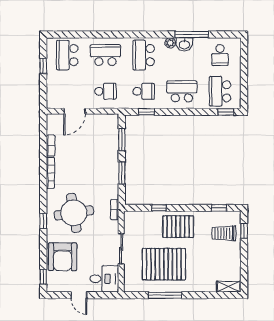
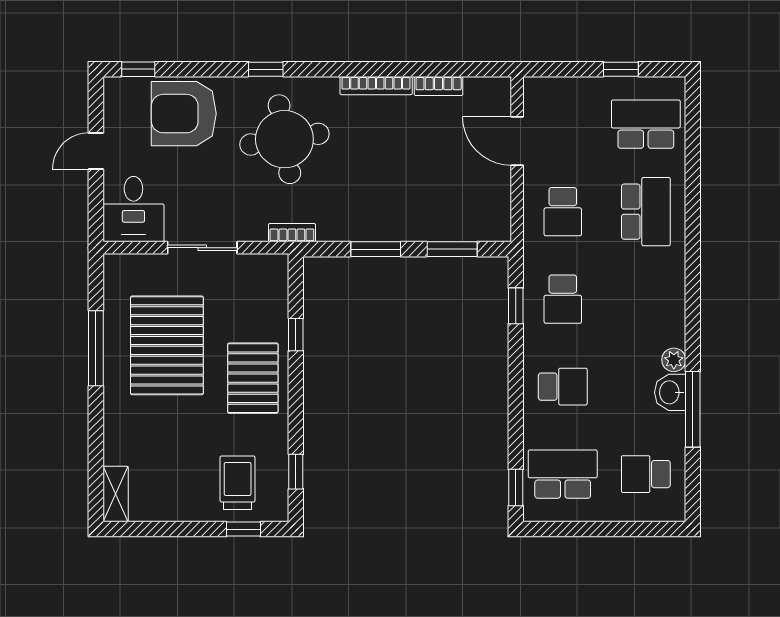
school desk: (144, 55) -> (646, 299), removed
school desk: (182, 91) -> (563, 387), width x0.54

